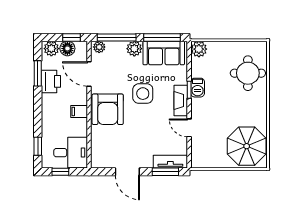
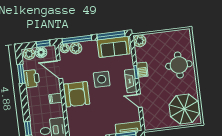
plant: (134, 49) -> (76, 48), moved
round table: (248, 73) -> (179, 65), moved

